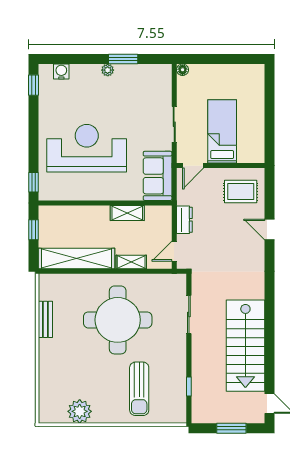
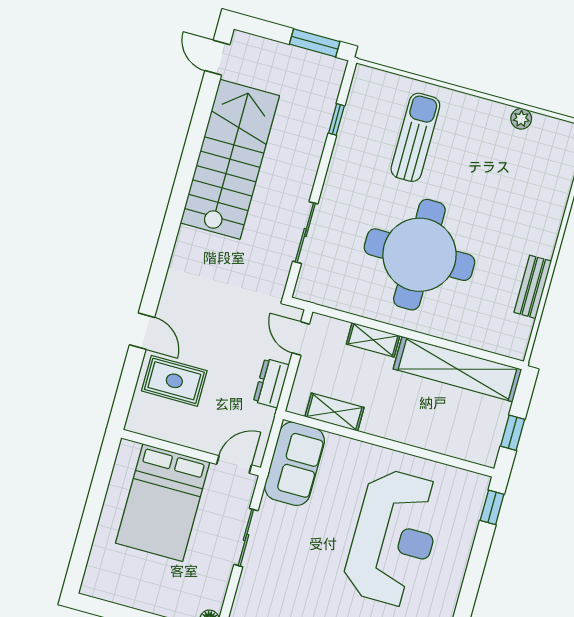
bed: (222, 131) -> (163, 503), width x1.50
reception desk: (87, 148) -> (394, 538), turned -90
rug: (241, 192) -> (174, 381), moved
shelving: (127, 213) -> (334, 412), moved
door: (174, 251) -> (301, 339), swing flipped
plant: (80, 411) -> (521, 119), width x0.53, depth x0.53
window: (231, 428) -> (315, 43), moved

